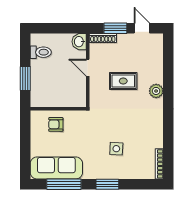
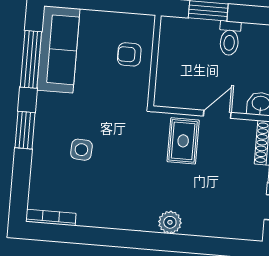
toilet: (41, 52) -> (230, 38), moved
rug: (123, 81) -> (183, 141), moved
armchair: (56, 124) -> (129, 54), turned -90

